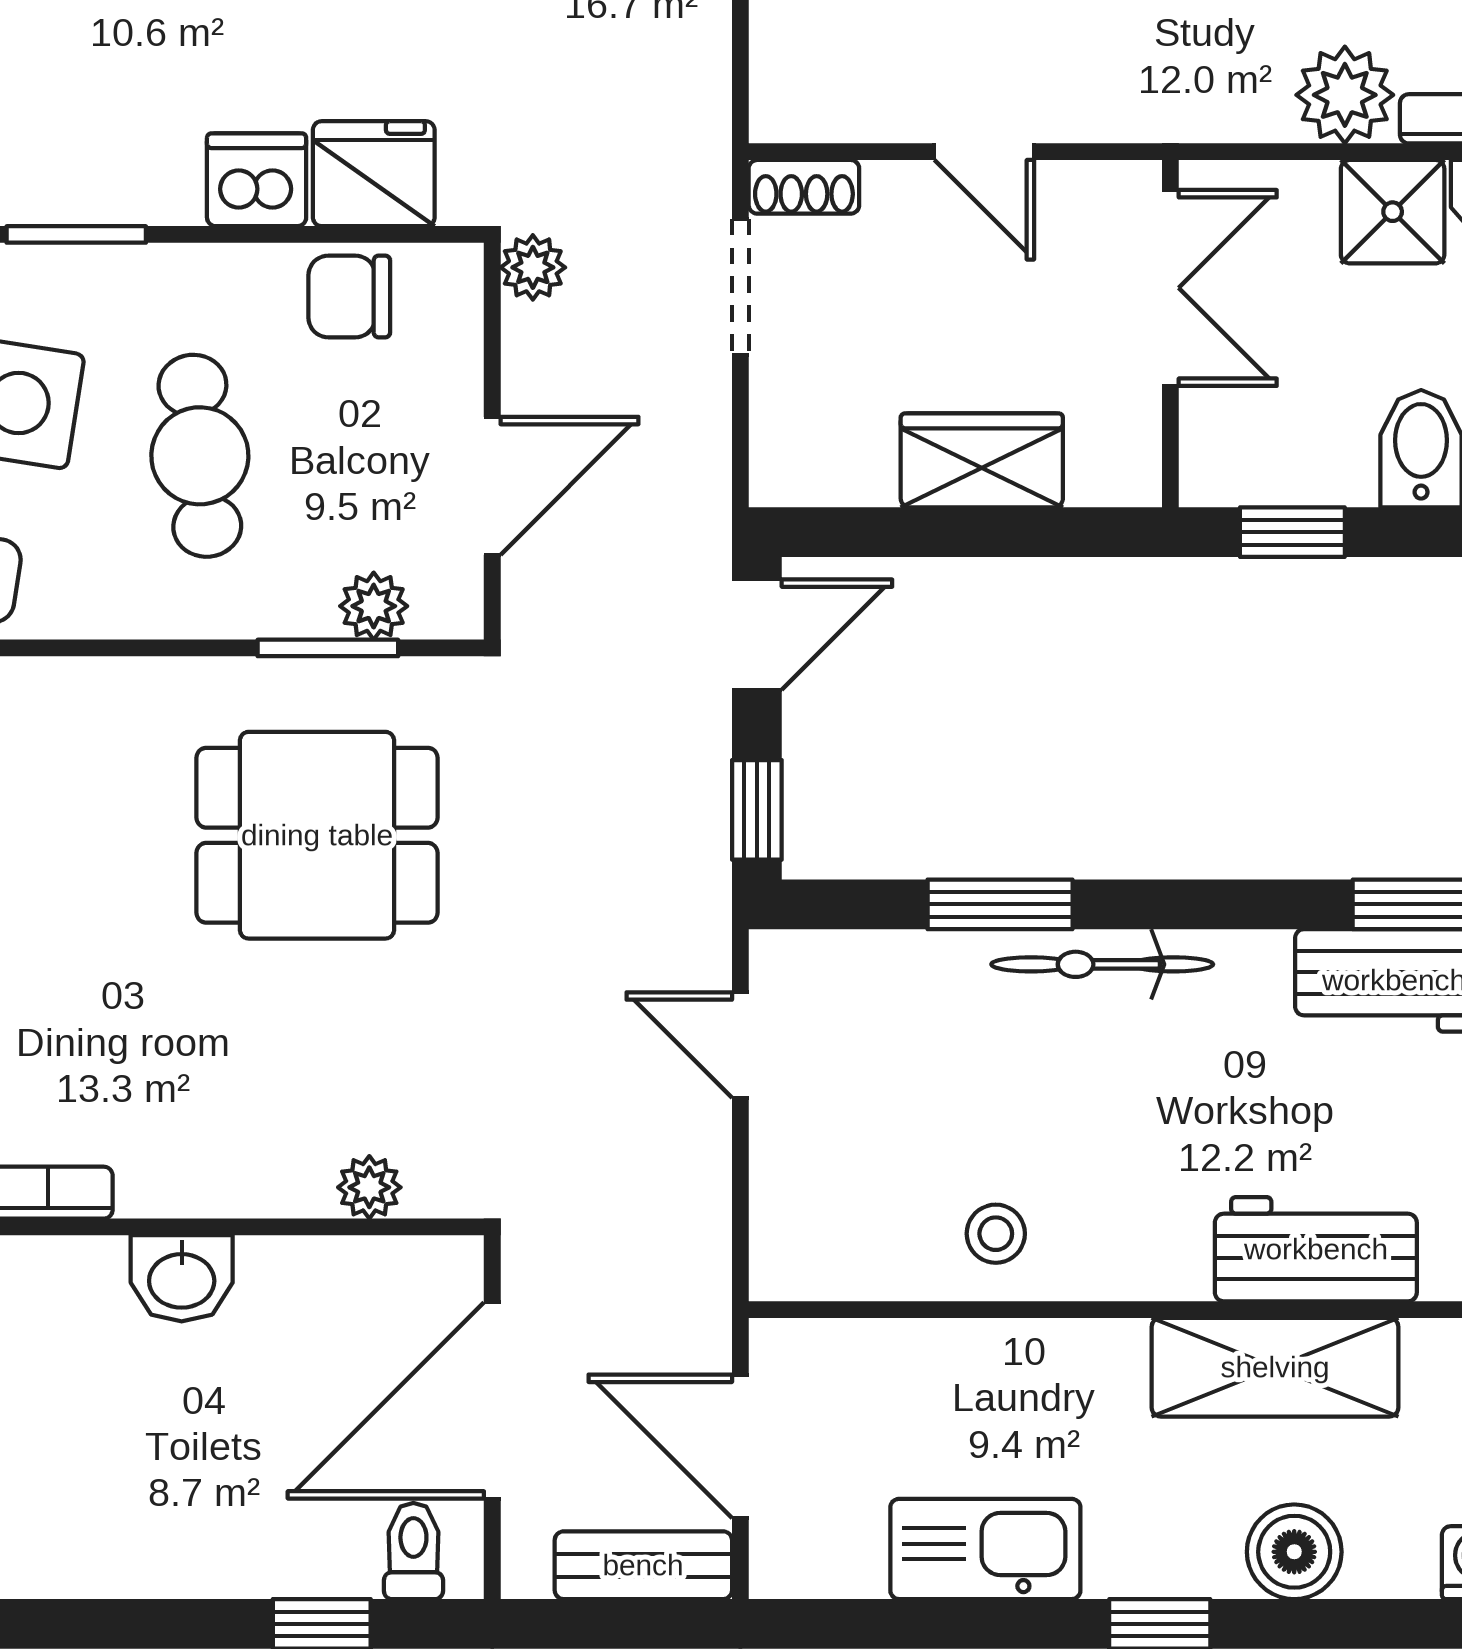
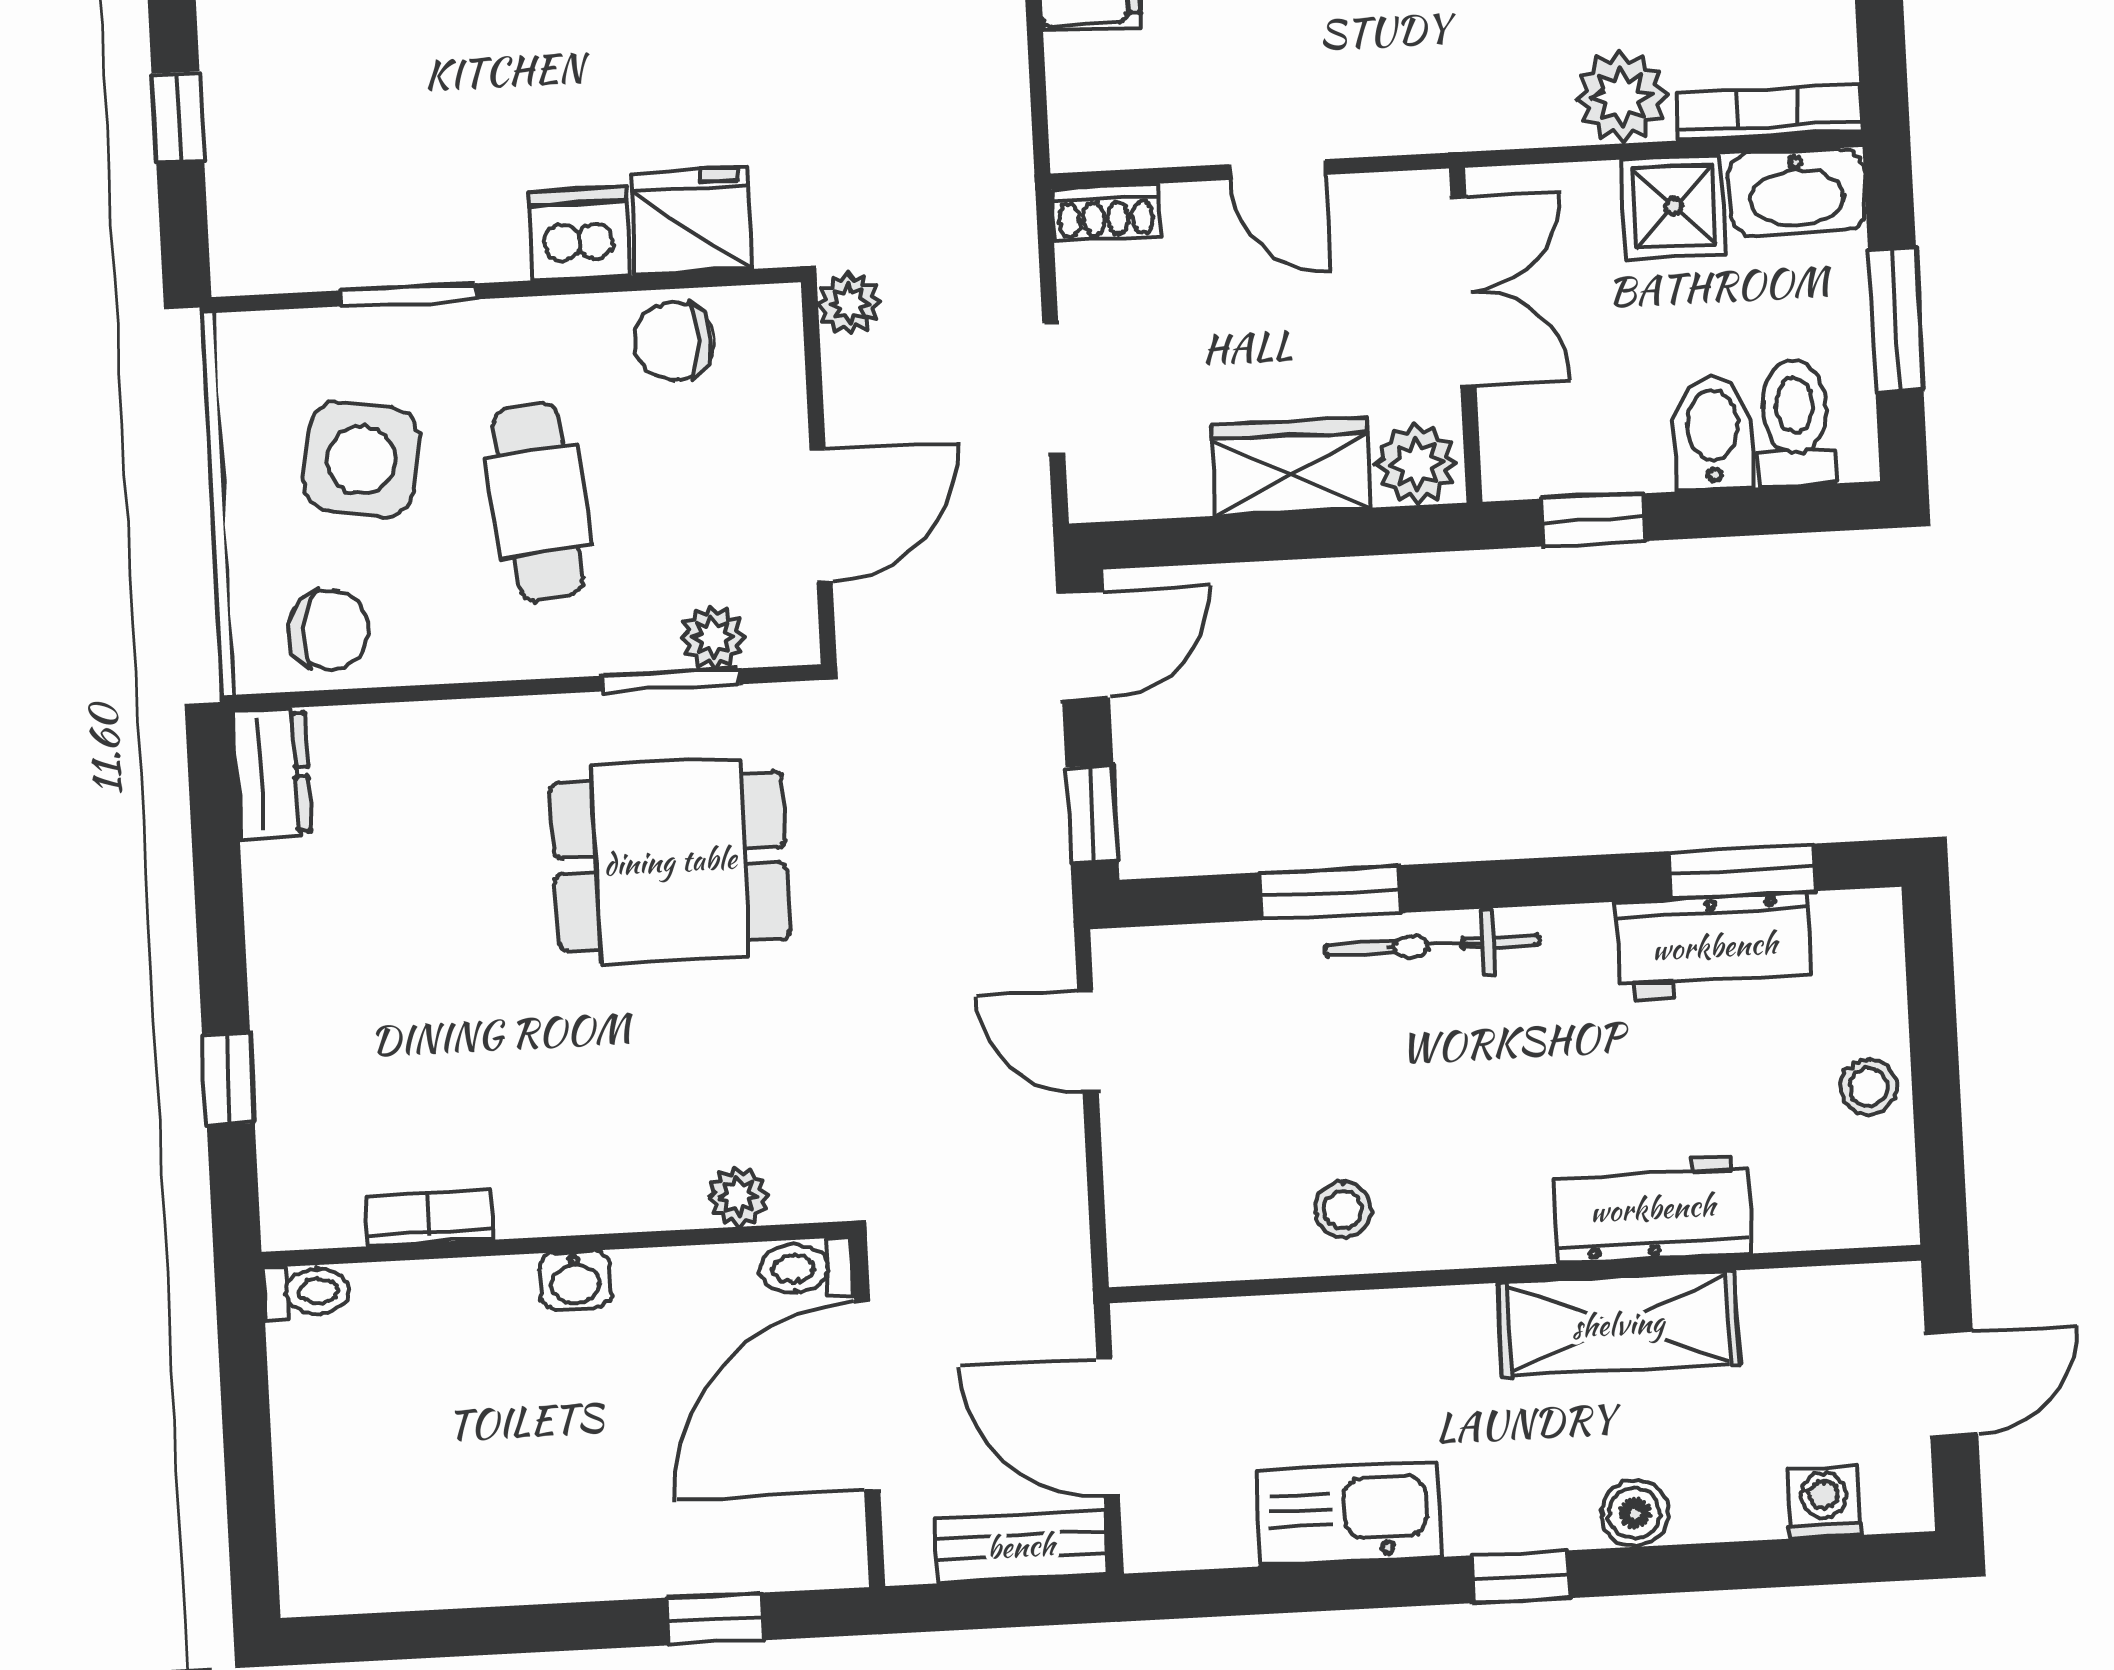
doorway: (740, 287) -> (1054, 389), moved
plant: (1112, 464) -> (1416, 464), added
washbasin: (182, 1278) -> (575, 1280), width x0.72, depth x0.69
toilet: (413, 1551) -> (806, 1268), moved, turned -90
boiler: (1294, 1552) -> (1635, 1513), width x0.73, depth x0.73

